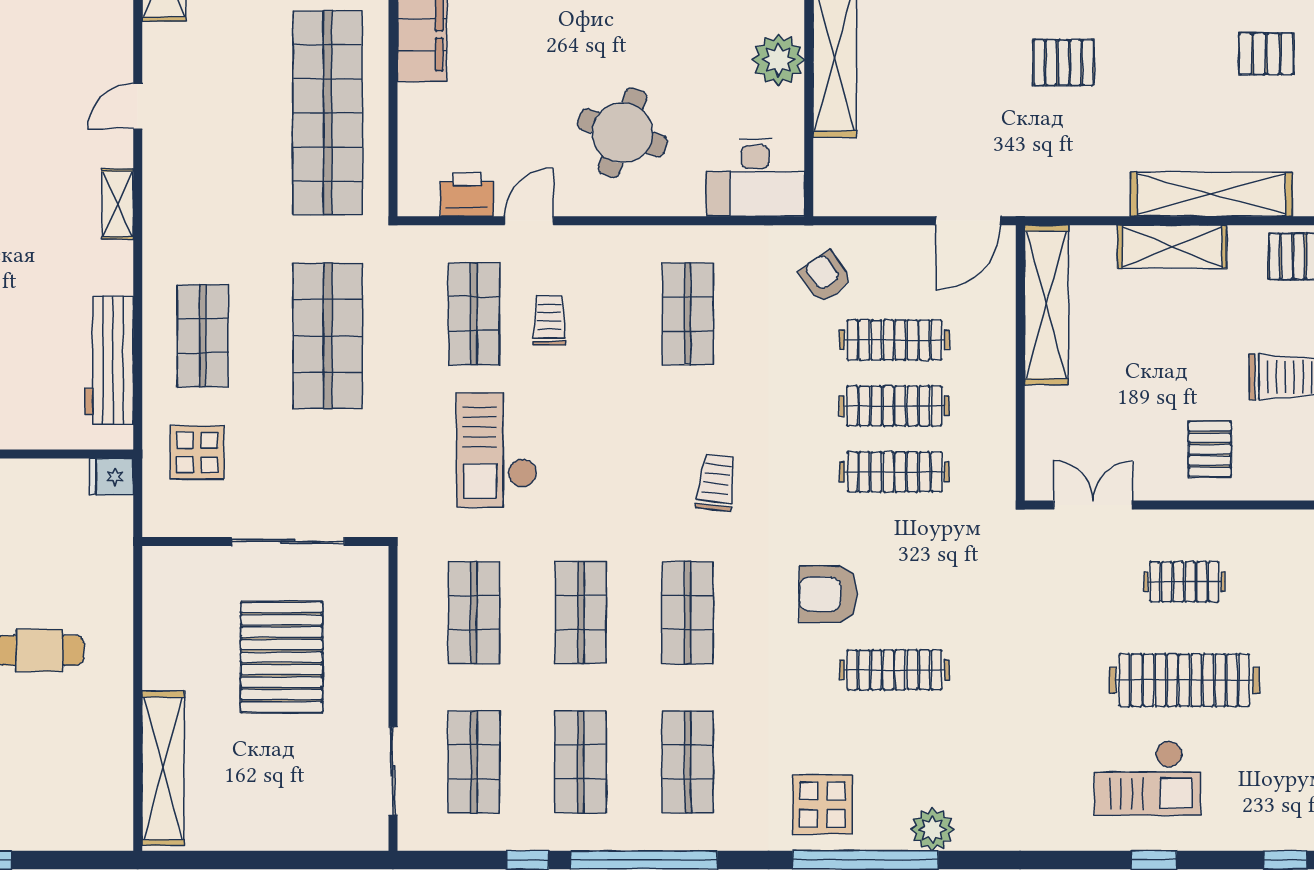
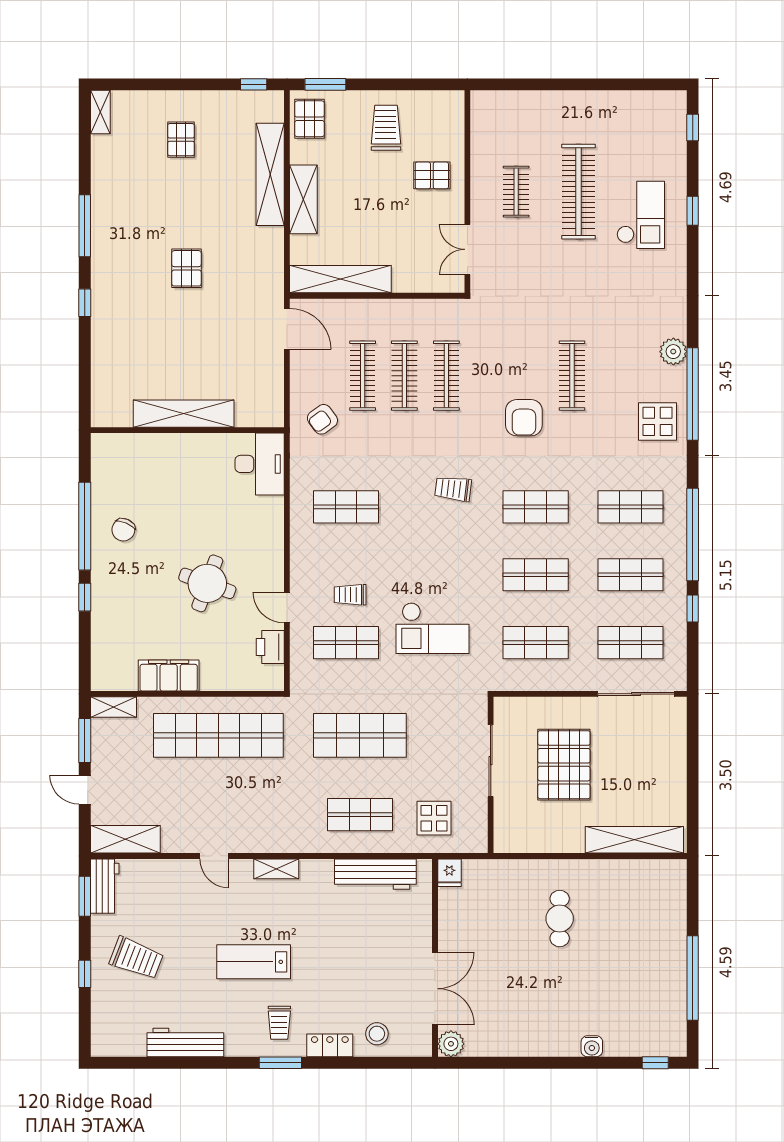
plant: (778, 60) -> (185, 449), removed
round table: (623, 133) -> (207, 583), moved
pallet: (282, 657) -> (564, 765), turned 90
sliding door: (393, 771) -> (636, 694), width x1.37

